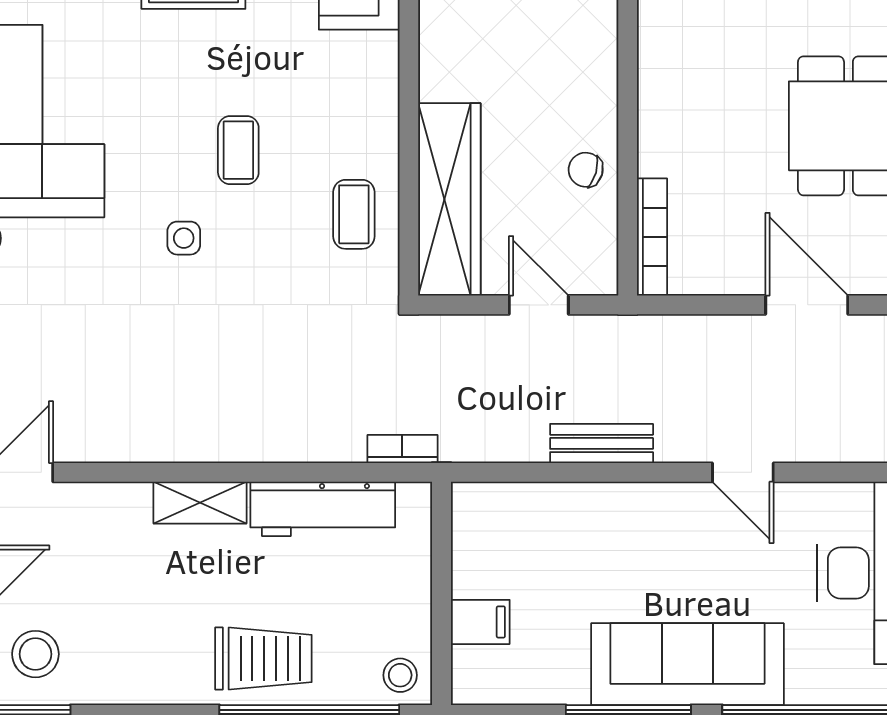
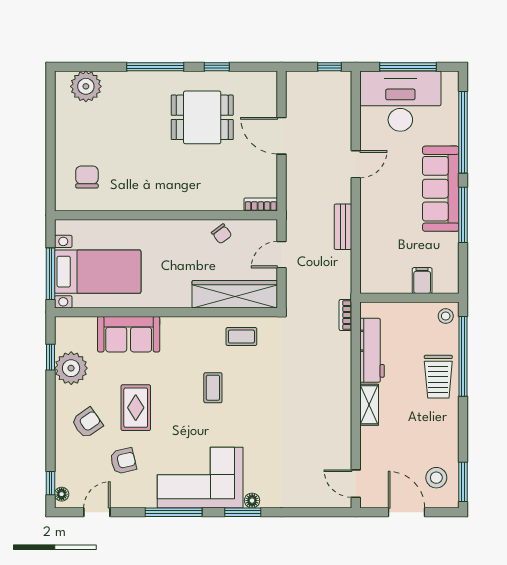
coffee table: (238, 150) -> (213, 388), turned 90
chair: (586, 170) -> (222, 234), turned -53
bookcase: (652, 237) -> (261, 204), width x0.64
side table: (184, 238) -> (252, 412), removed
door: (807, 305) -> (282, 136), hinge flipped
trolley: (263, 658) -> (438, 377), turned 180

